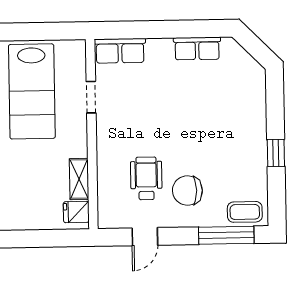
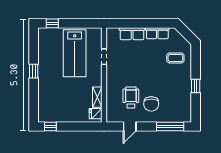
row of seats: (120, 51) -> (132, 34), moved
chair: (187, 191) -> (151, 104), turned -90
coffee table: (245, 212) -> (175, 58), moved

